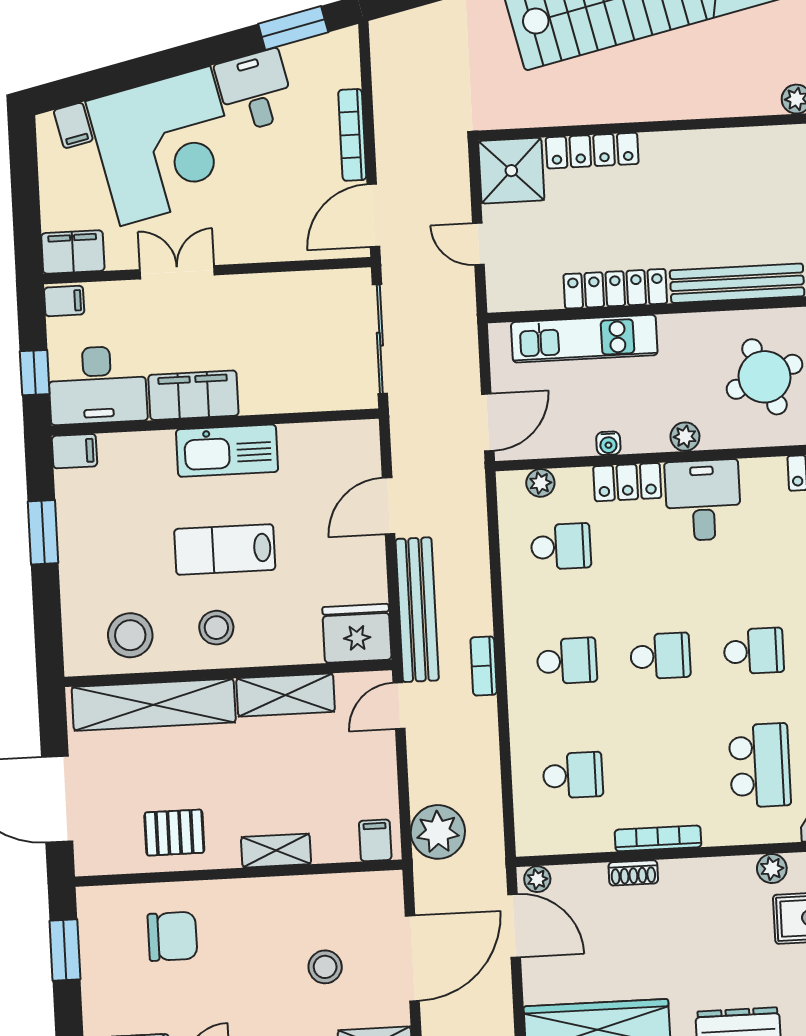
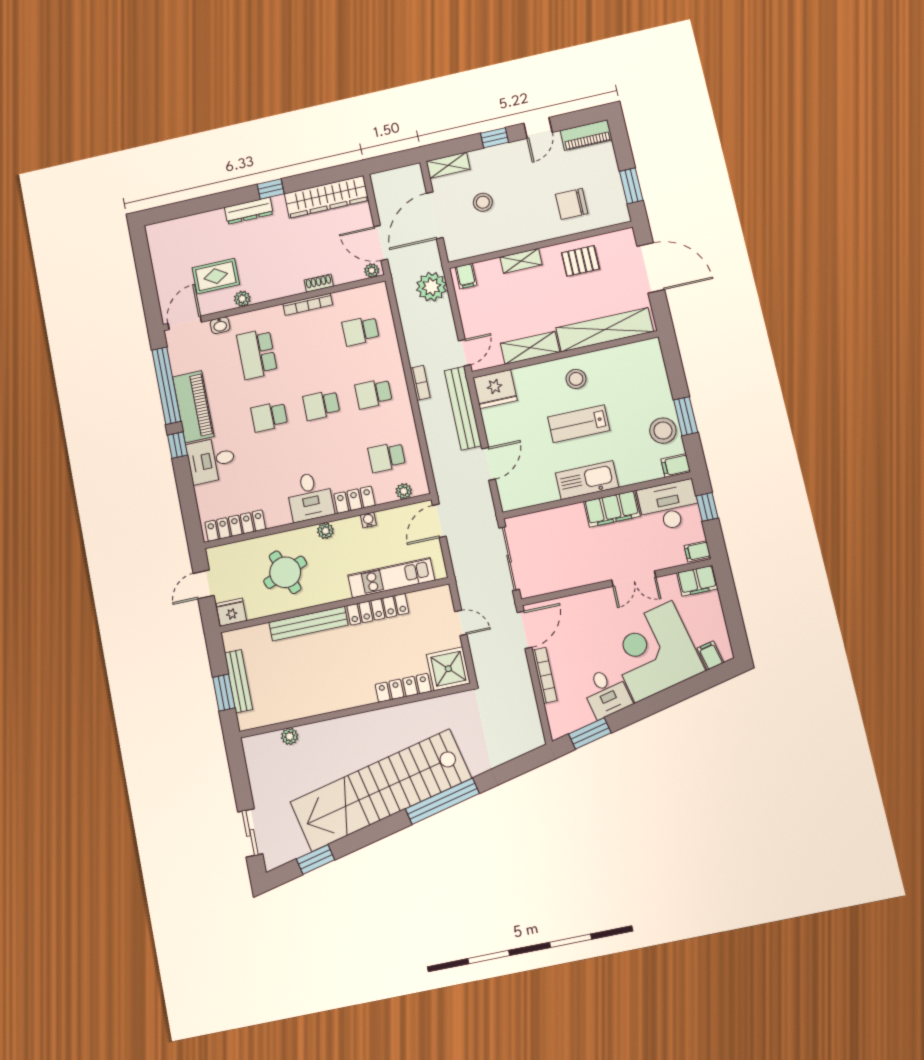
lab bench: (225, 549) -> (579, 424), turned 180
stool: (130, 635) -> (663, 431), moved

